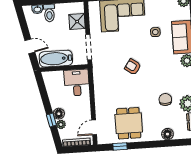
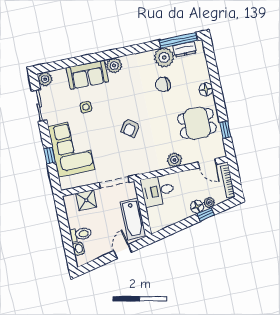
plant: (101, 100) -> (174, 160), added
floor lamp: (167, 134) -> (206, 89), moved

